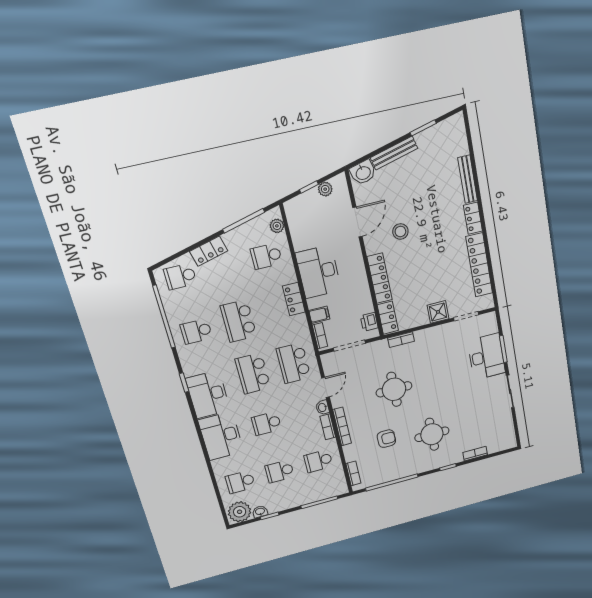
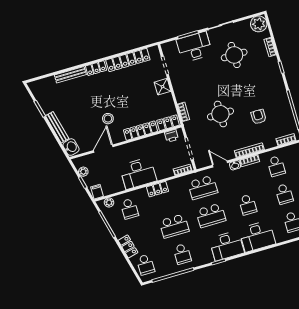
door: (357, 222) -> (103, 149), hinge flipped
filing cabinet: (319, 315) -> (97, 192), moved
round table: (432, 434) -> (234, 55), moved
plant: (506, 440) -> (259, 24), added

